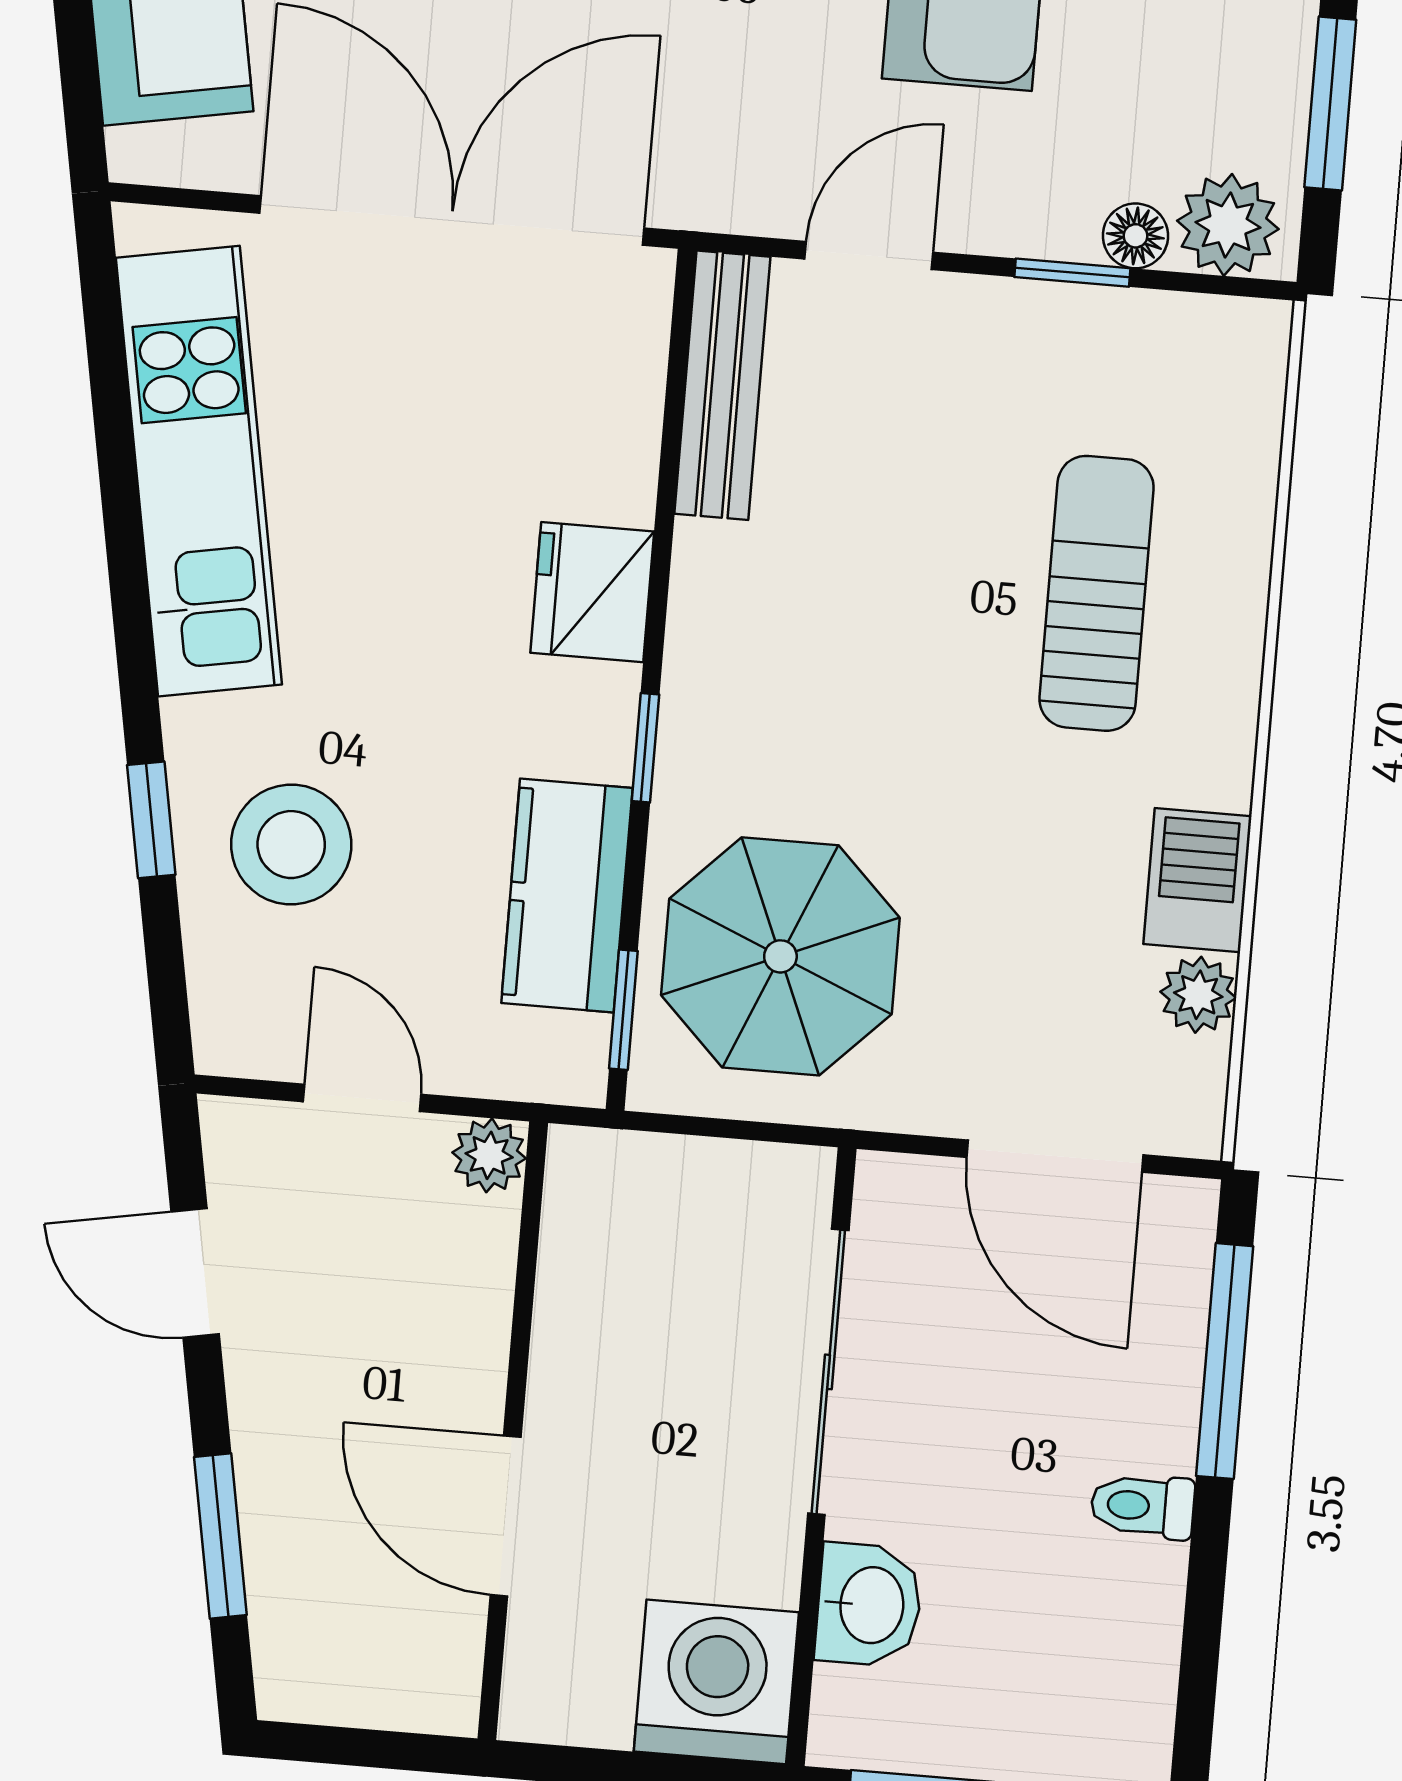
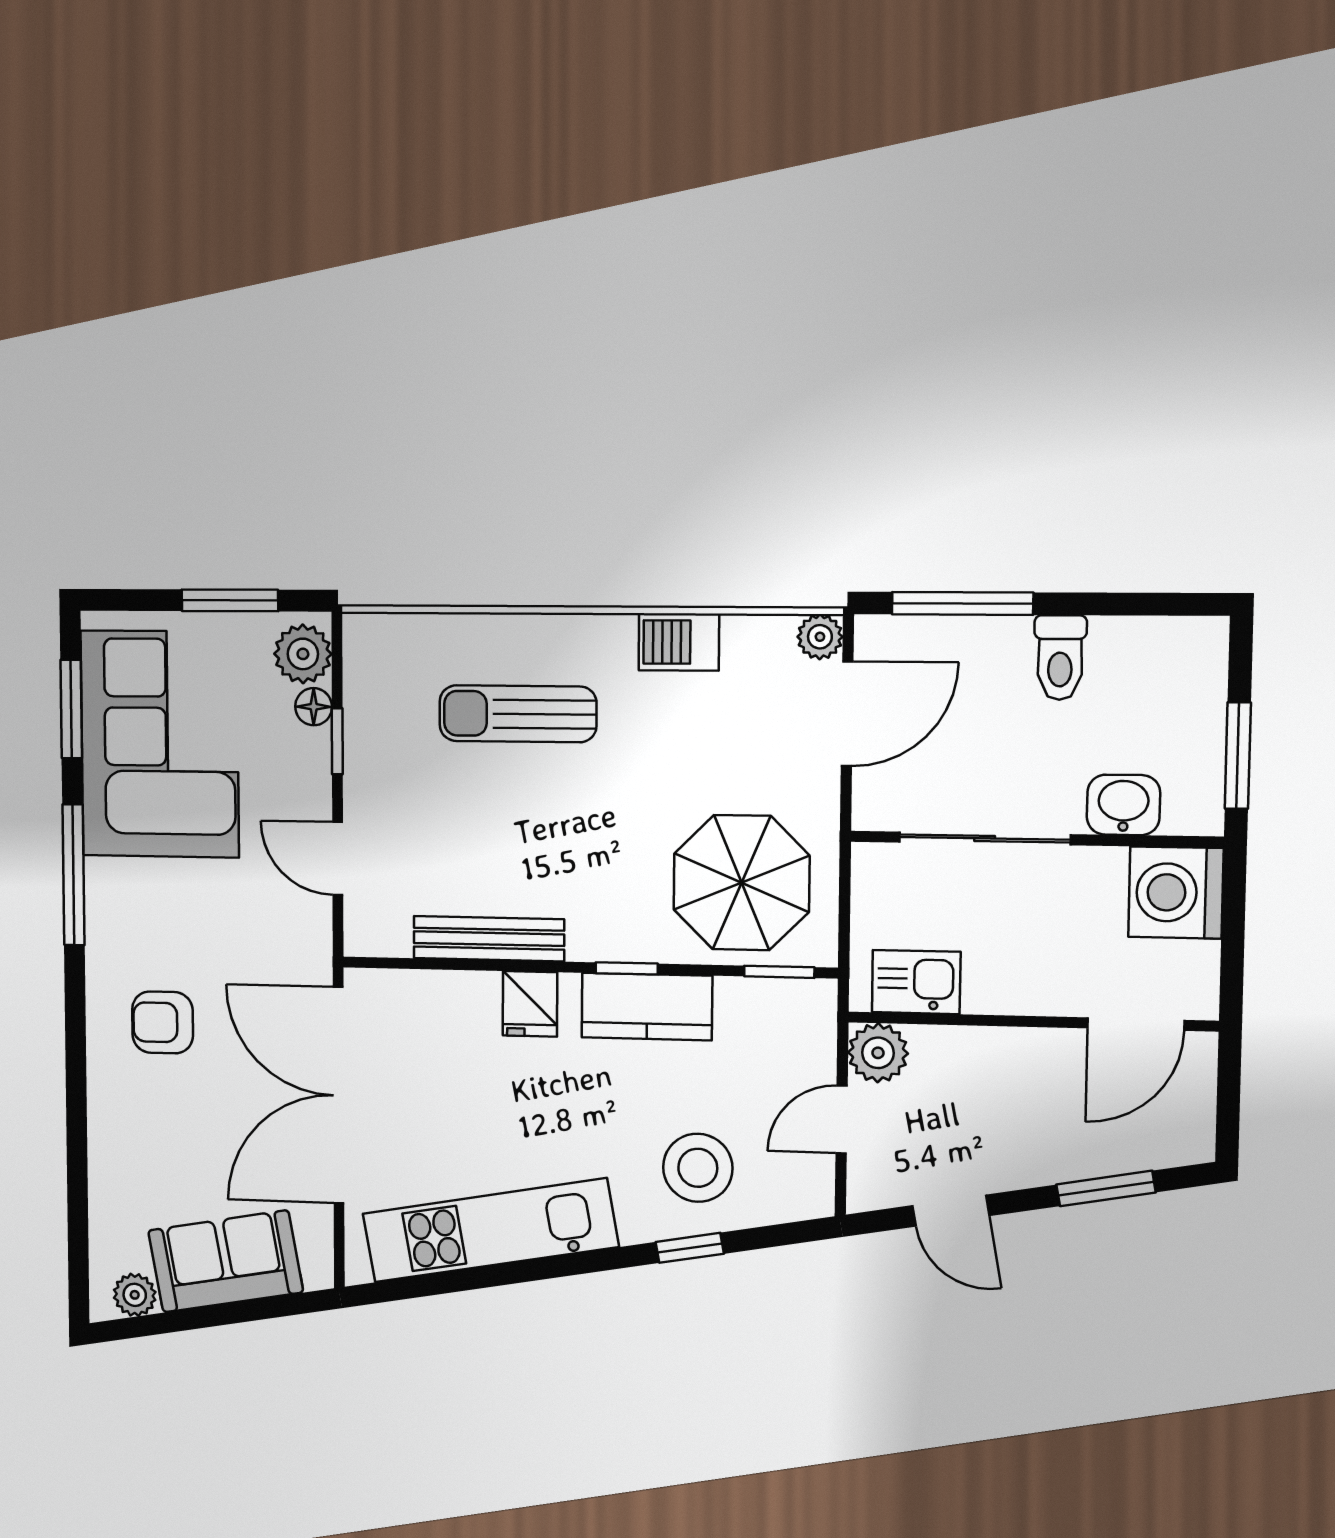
bench: (722, 385) -> (489, 939), moved
fridge: (592, 592) -> (530, 1004), width x0.72
kitchen counter: (567, 896) -> (647, 1007), moved
plant: (1198, 995) -> (820, 637), moved
plant: (489, 1155) -> (878, 1053), width x1.38, depth x1.38
kitchen sink: (592, 1241) -> (916, 982), added
door: (195, 1273) -> (951, 1211), hinge flipped
toilet: (1143, 1506) -> (1060, 658), width x1.37, depth x1.39
door: (506, 1516) -> (1136, 1024), moved

